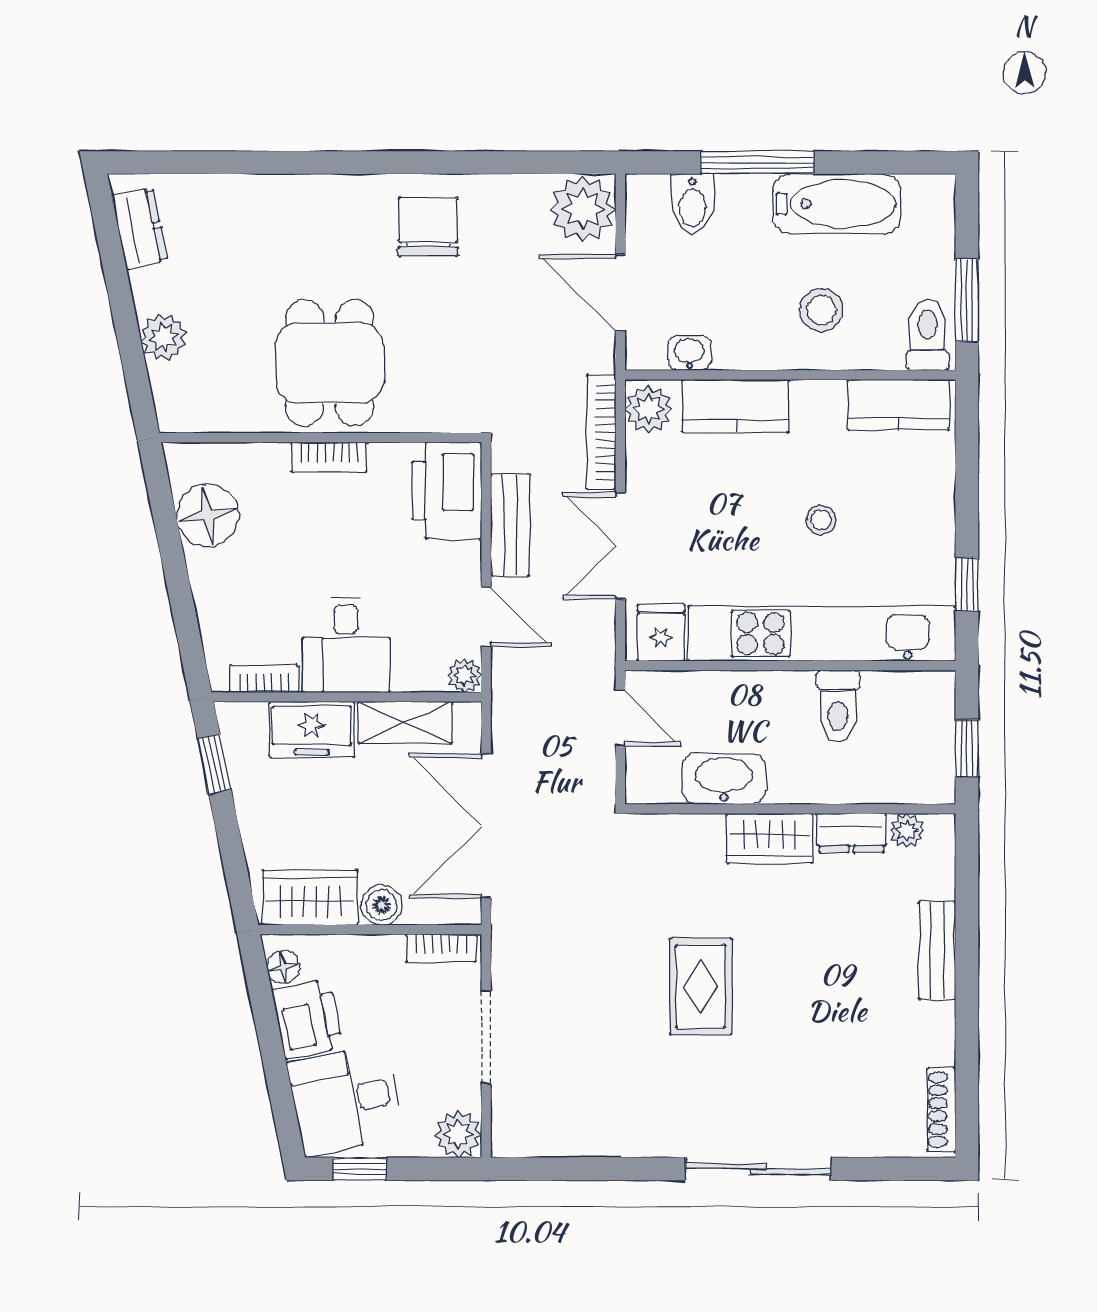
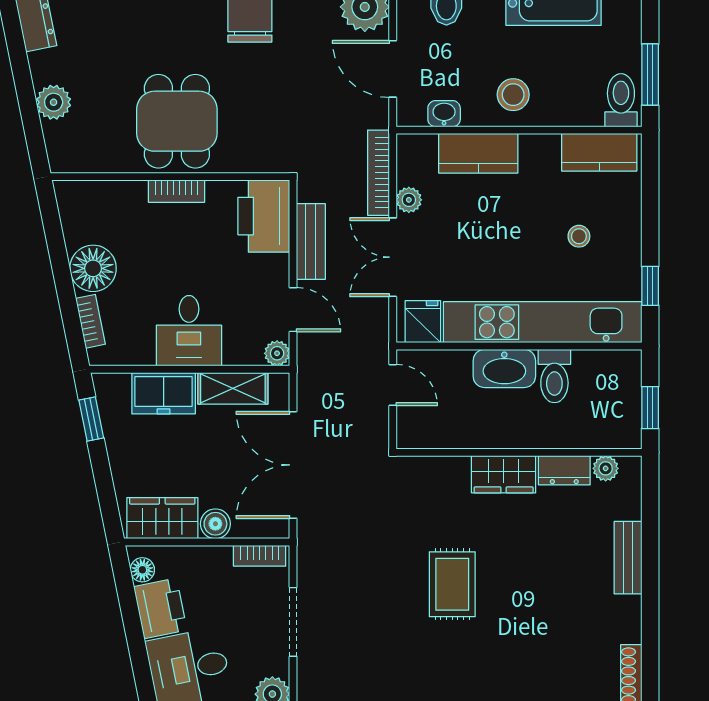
stool: (821, 310) -> (513, 95), moved
plant: (648, 409) -> (409, 200), moved, width x0.73, depth x0.73
floor lamp: (208, 516) -> (93, 268), moved
stool: (821, 520) -> (579, 236), moved
bookcase: (264, 679) -> (90, 321), moved, turned 79
washbasin: (724, 779) -> (504, 368), moved, turned 180

